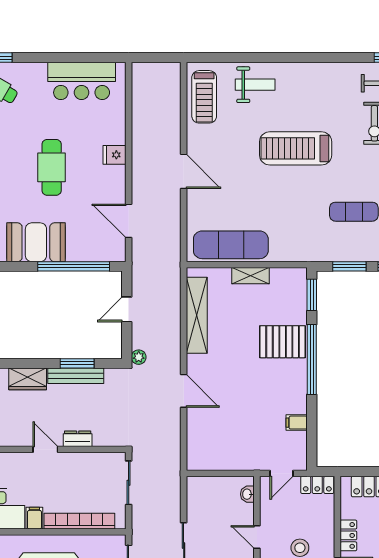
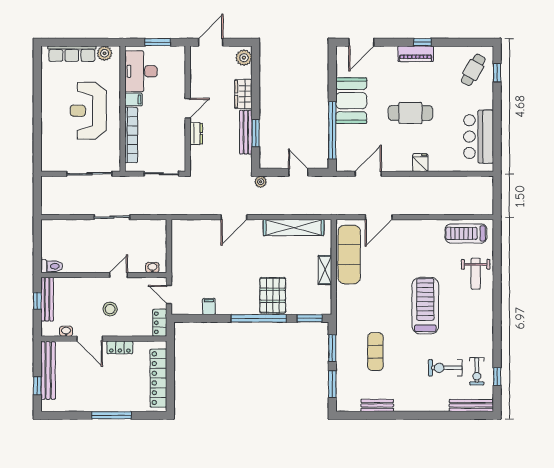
door: (184, 171) -> (379, 217), moved

